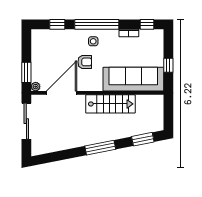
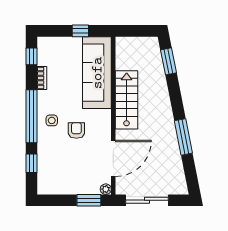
door: (61, 93) -> (113, 158), swing flipped
window: (100, 148) -> (183, 137), moved

